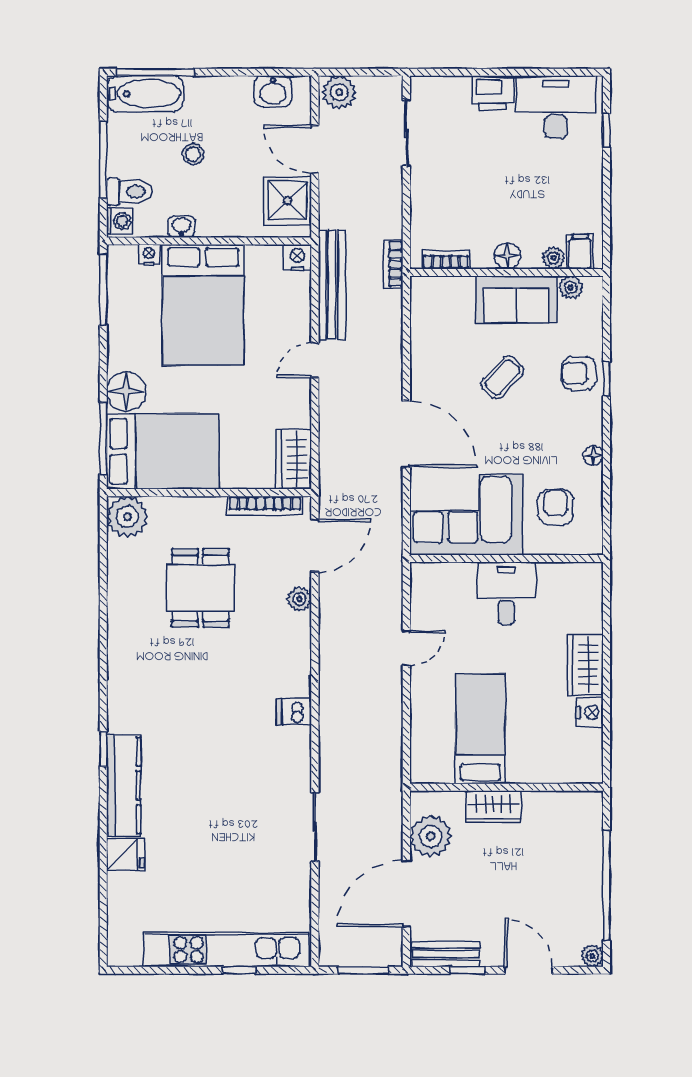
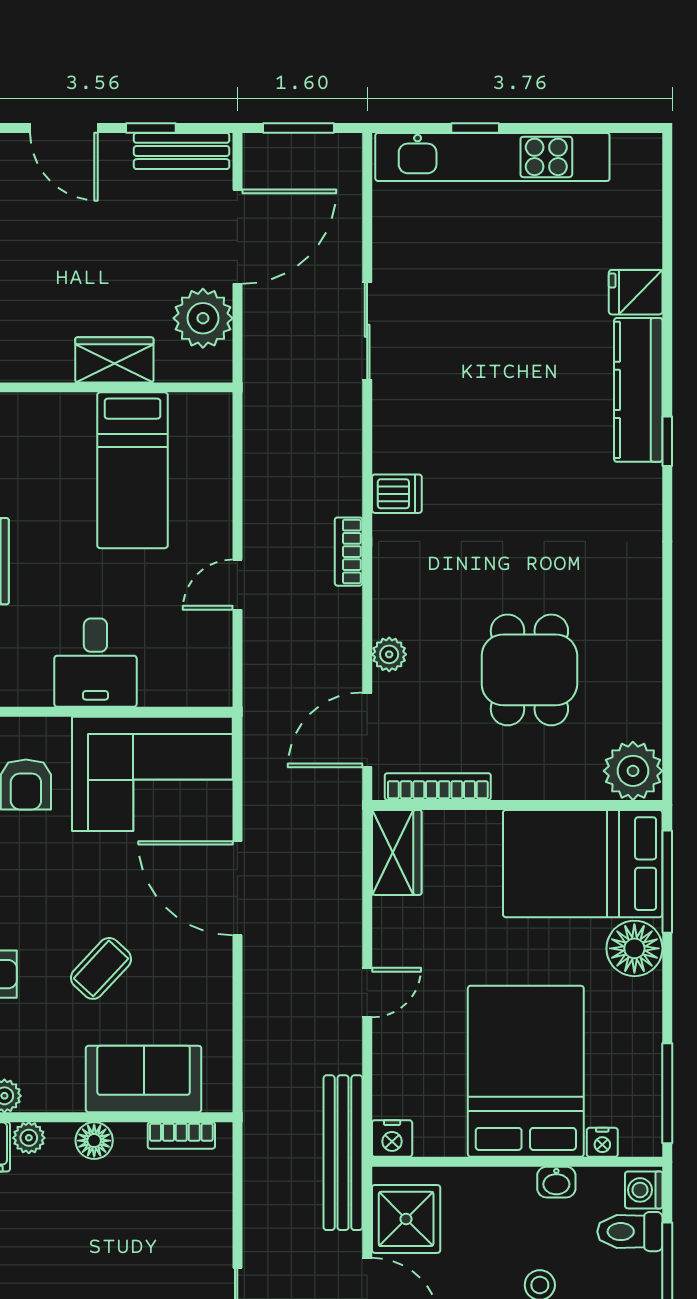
bookcase: (393, 264) -> (349, 552), moved, turned 180
bench: (332, 285) -> (343, 1153), moved
sofa: (516, 299) -> (144, 1079), moved

